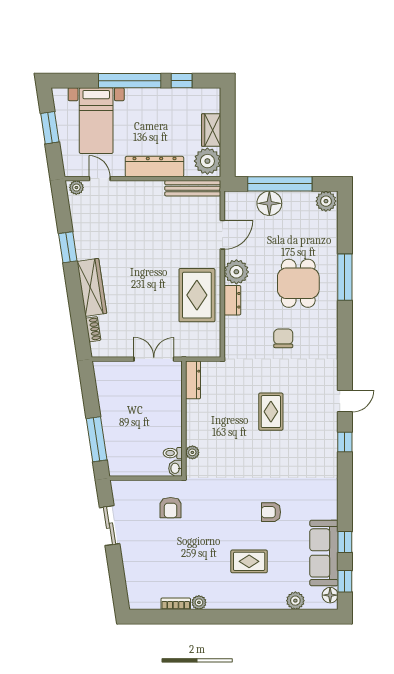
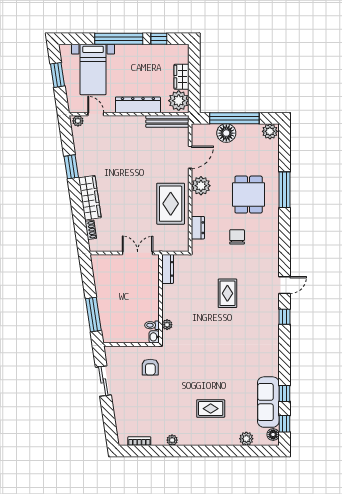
dresser: (232, 300) -> (198, 228), moved
armchair: (271, 512) -> (228, 371), removed
bookcase: (176, 604) -> (139, 441), moved

